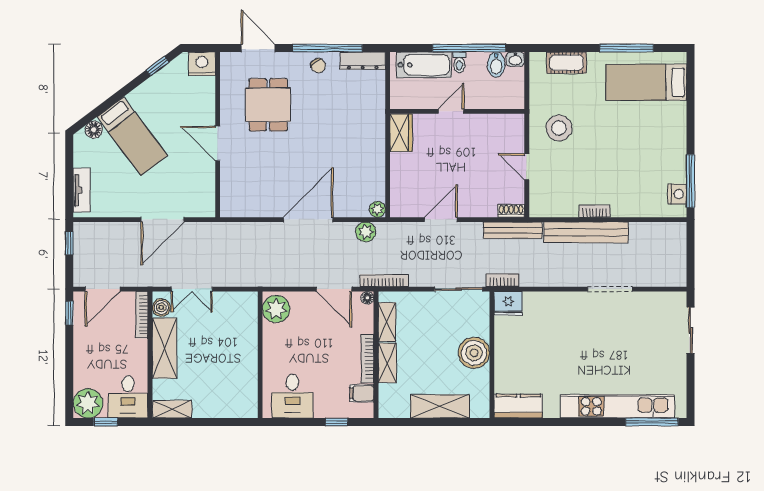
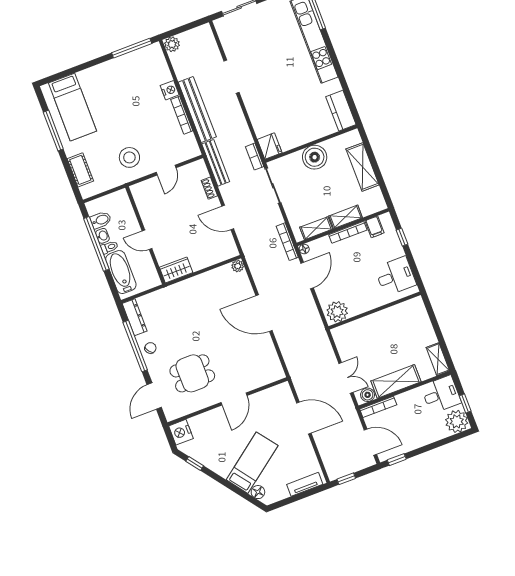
washbasin: (515, 59) -> (102, 236), moved
nightstand: (677, 194) -> (170, 90), moved, turned 90
shoe rack: (511, 211) -> (209, 188), moved
bookcase: (595, 211) -> (182, 115), width x1.56
plant: (366, 232) -> (172, 44), moved

